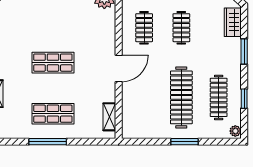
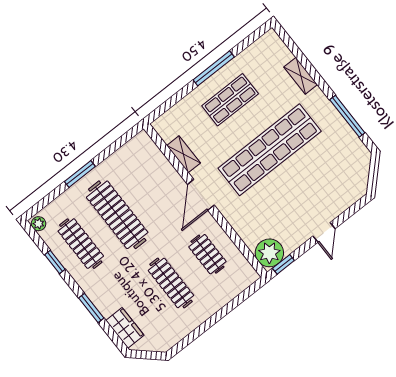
clothes rail: (181, 28) -> (171, 283), width x1.36
shop shelf: (53, 63) -> (270, 150), width x2.00, depth x1.36
shelving: (109, 117) -> (184, 154), moved

